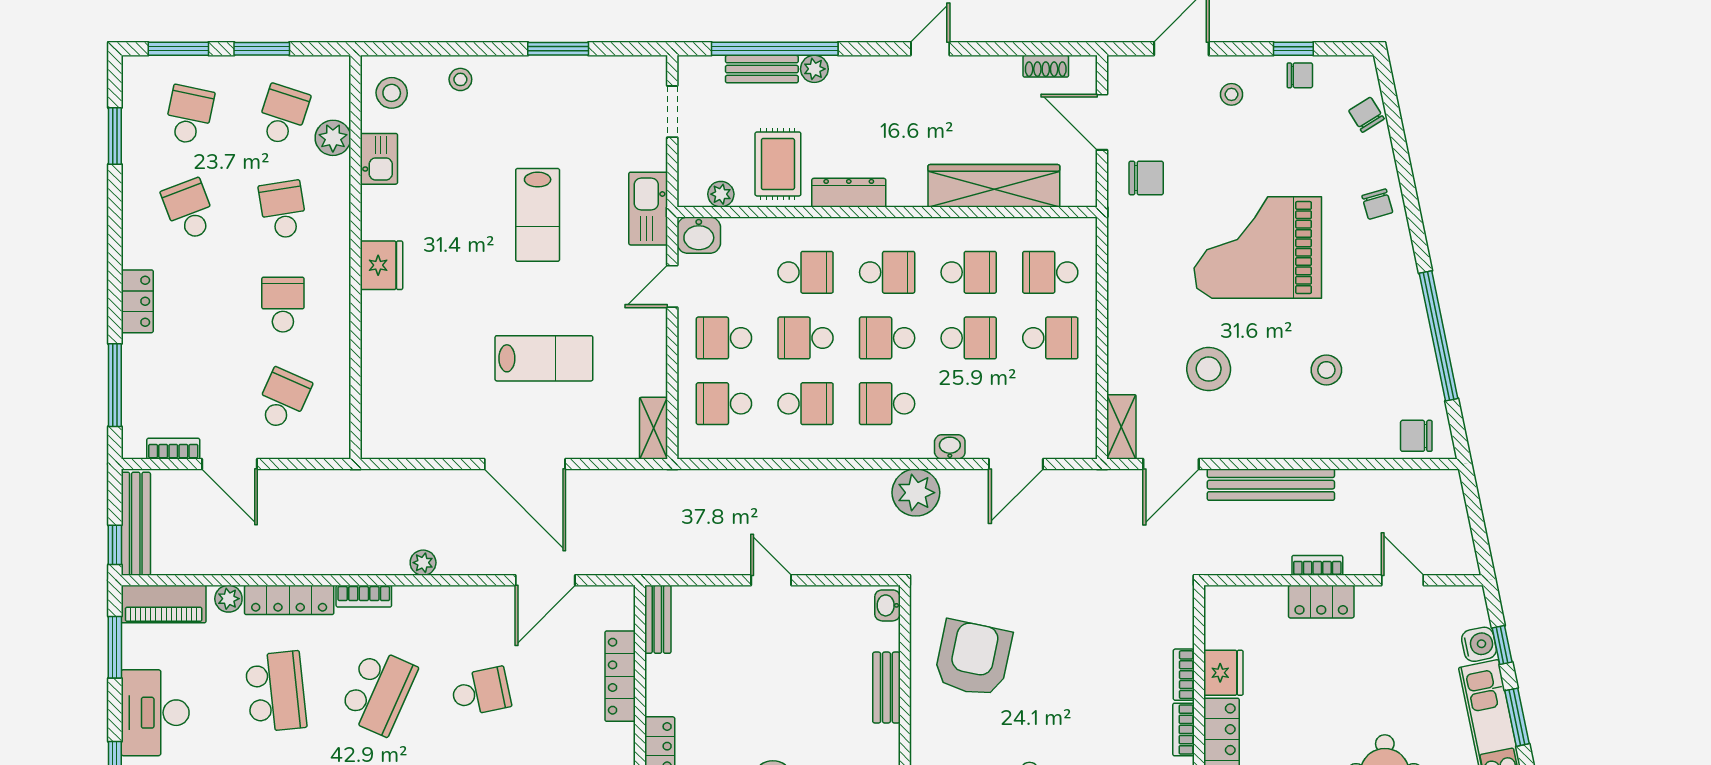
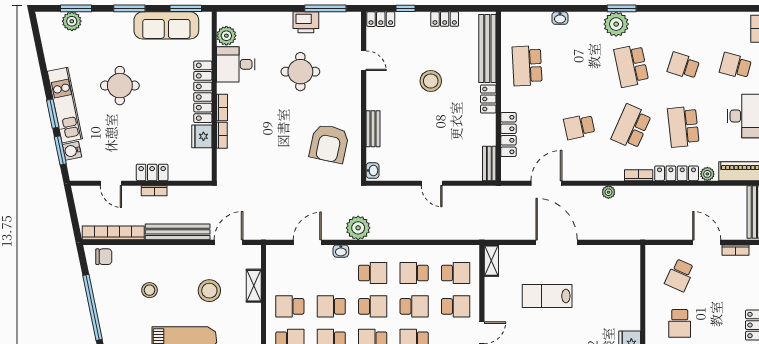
shelving: (1121, 427) -> (254, 286), moved
bookcase: (1398, 483) -> (113, 233), added
window: (1502, 645) -> (60, 150), width x1.50

